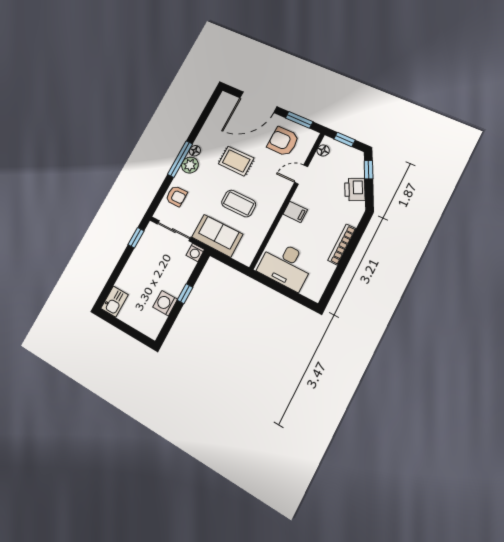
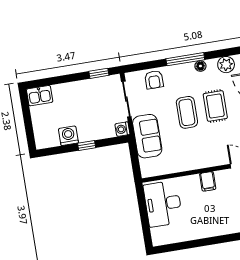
plant: (190, 165) -> (226, 65), moved
coffee table: (239, 203) -> (187, 112), moved
bookcase: (342, 244) -> (208, 233), removed

